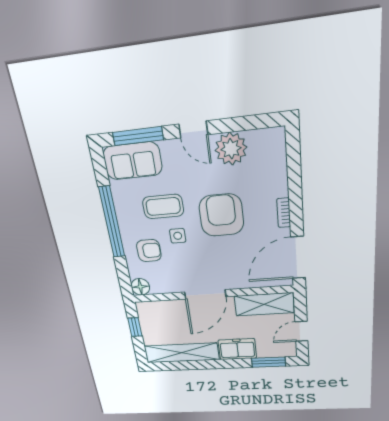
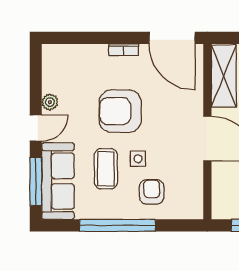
plant: (231, 149) -> (50, 102), width x0.53, depth x0.53
sofa: (133, 161) -> (58, 181), width x1.36
floor lamp: (140, 287) -> (193, 209), removed

